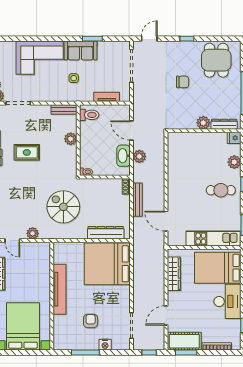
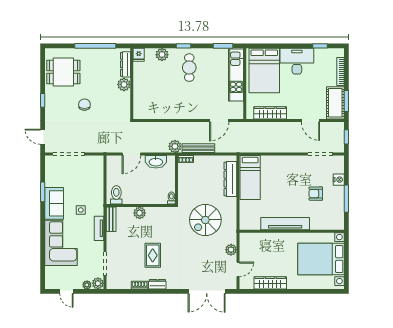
tv unit: (107, 97) -> (99, 228), moved
plant: (139, 156) -> (175, 146), moved
bed: (107, 264) -> (250, 177), width x0.49

